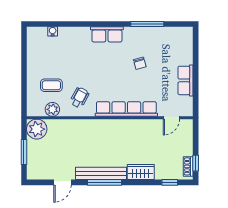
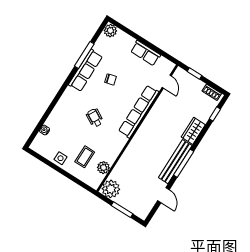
row of seats: (107, 34) -> (86, 70), moved, width x1.48
plant: (186, 34) -> (110, 31), added
side table: (36, 63) -> (61, 158), added
wheelchair: (79, 97) -> (95, 118), moved
window: (196, 163) -> (195, 74), moved

